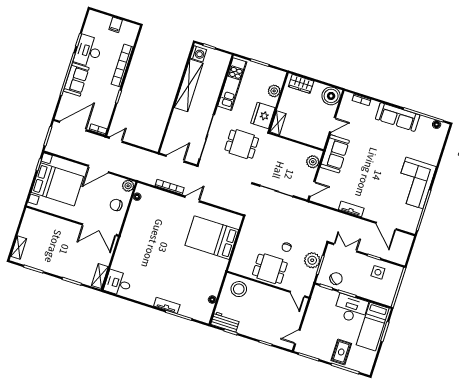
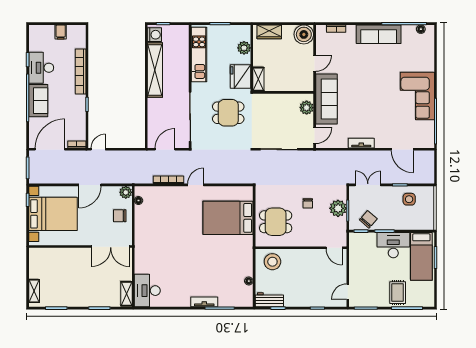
sofa: (335, 154) -> (326, 99), width x1.36
dining table: (270, 269) -> (276, 222), moved
desk: (118, 283) -> (147, 291), width x1.37

